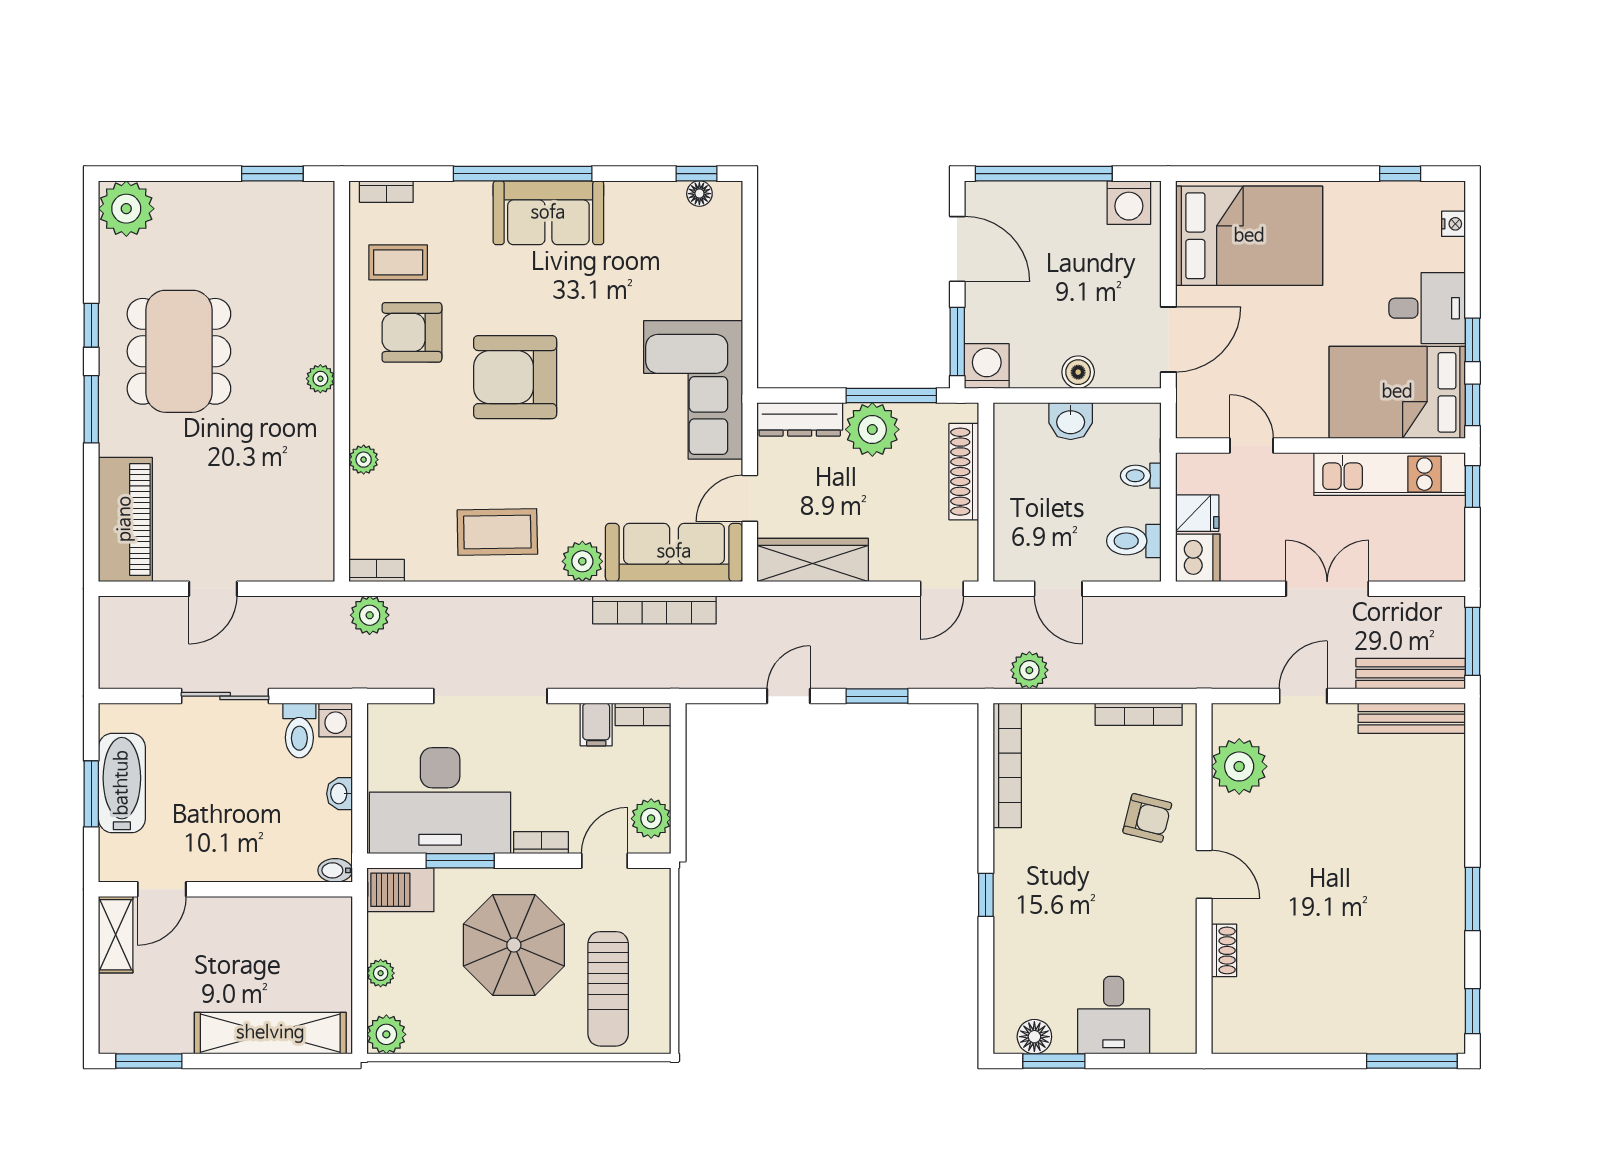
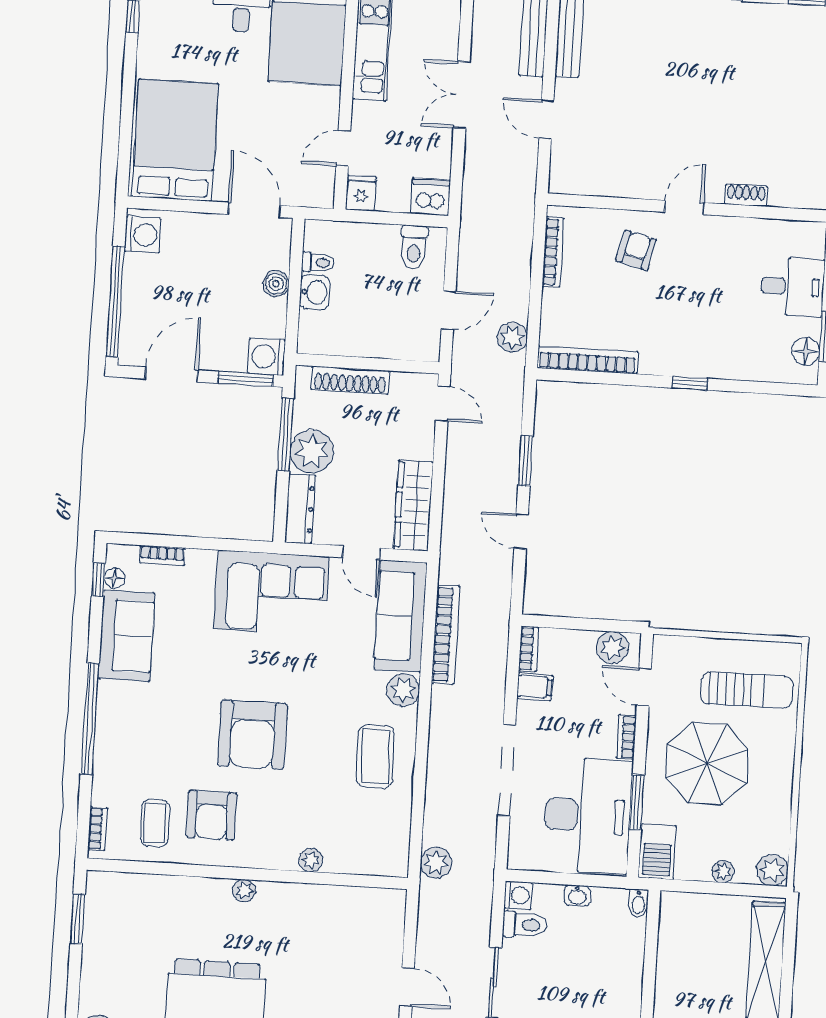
sofa: (548, 213) -> (126, 636), moved
toilet: (1141, 476) -> (318, 263), moved, turned -90
fridge: (1197, 513) -> (361, 193), moved
bookcase: (377, 570) -> (162, 555), moved, turned -90
plant: (1239, 766) -> (600, 174), removed

